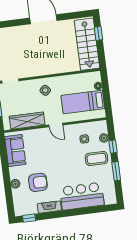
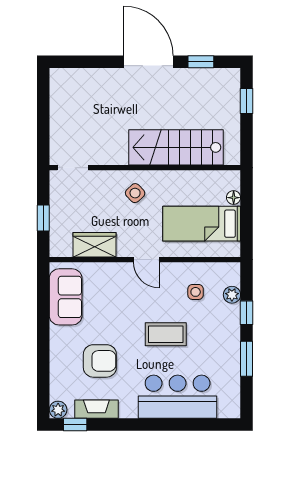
window: (71, 16) -> (201, 62), added
stairs: (87, 44) -> (176, 147), moved, turned 90
wardrobe: (27, 121) -> (95, 245), width x0.67
coffee table: (97, 159) -> (166, 334), moved
plant: (15, 184) -> (58, 410), moved
fireplace: (49, 207) -> (96, 409), moved

